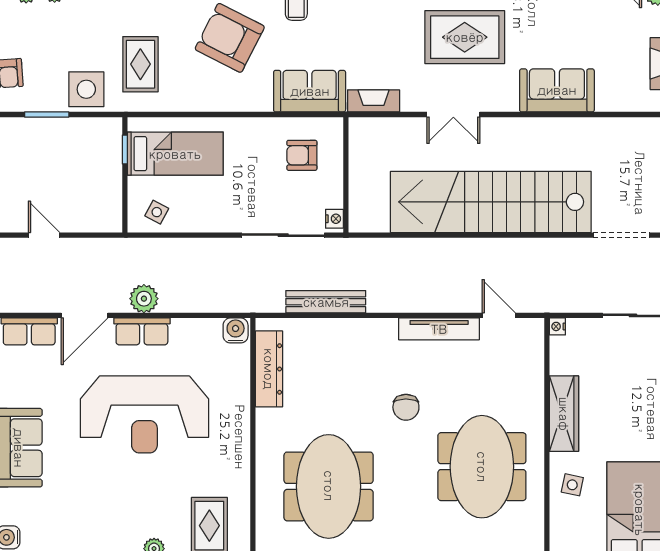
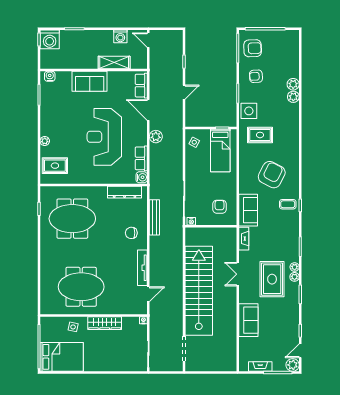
row of seats: (142, 331) -> (141, 158), moved
chair: (406, 407) -> (131, 233), moved

